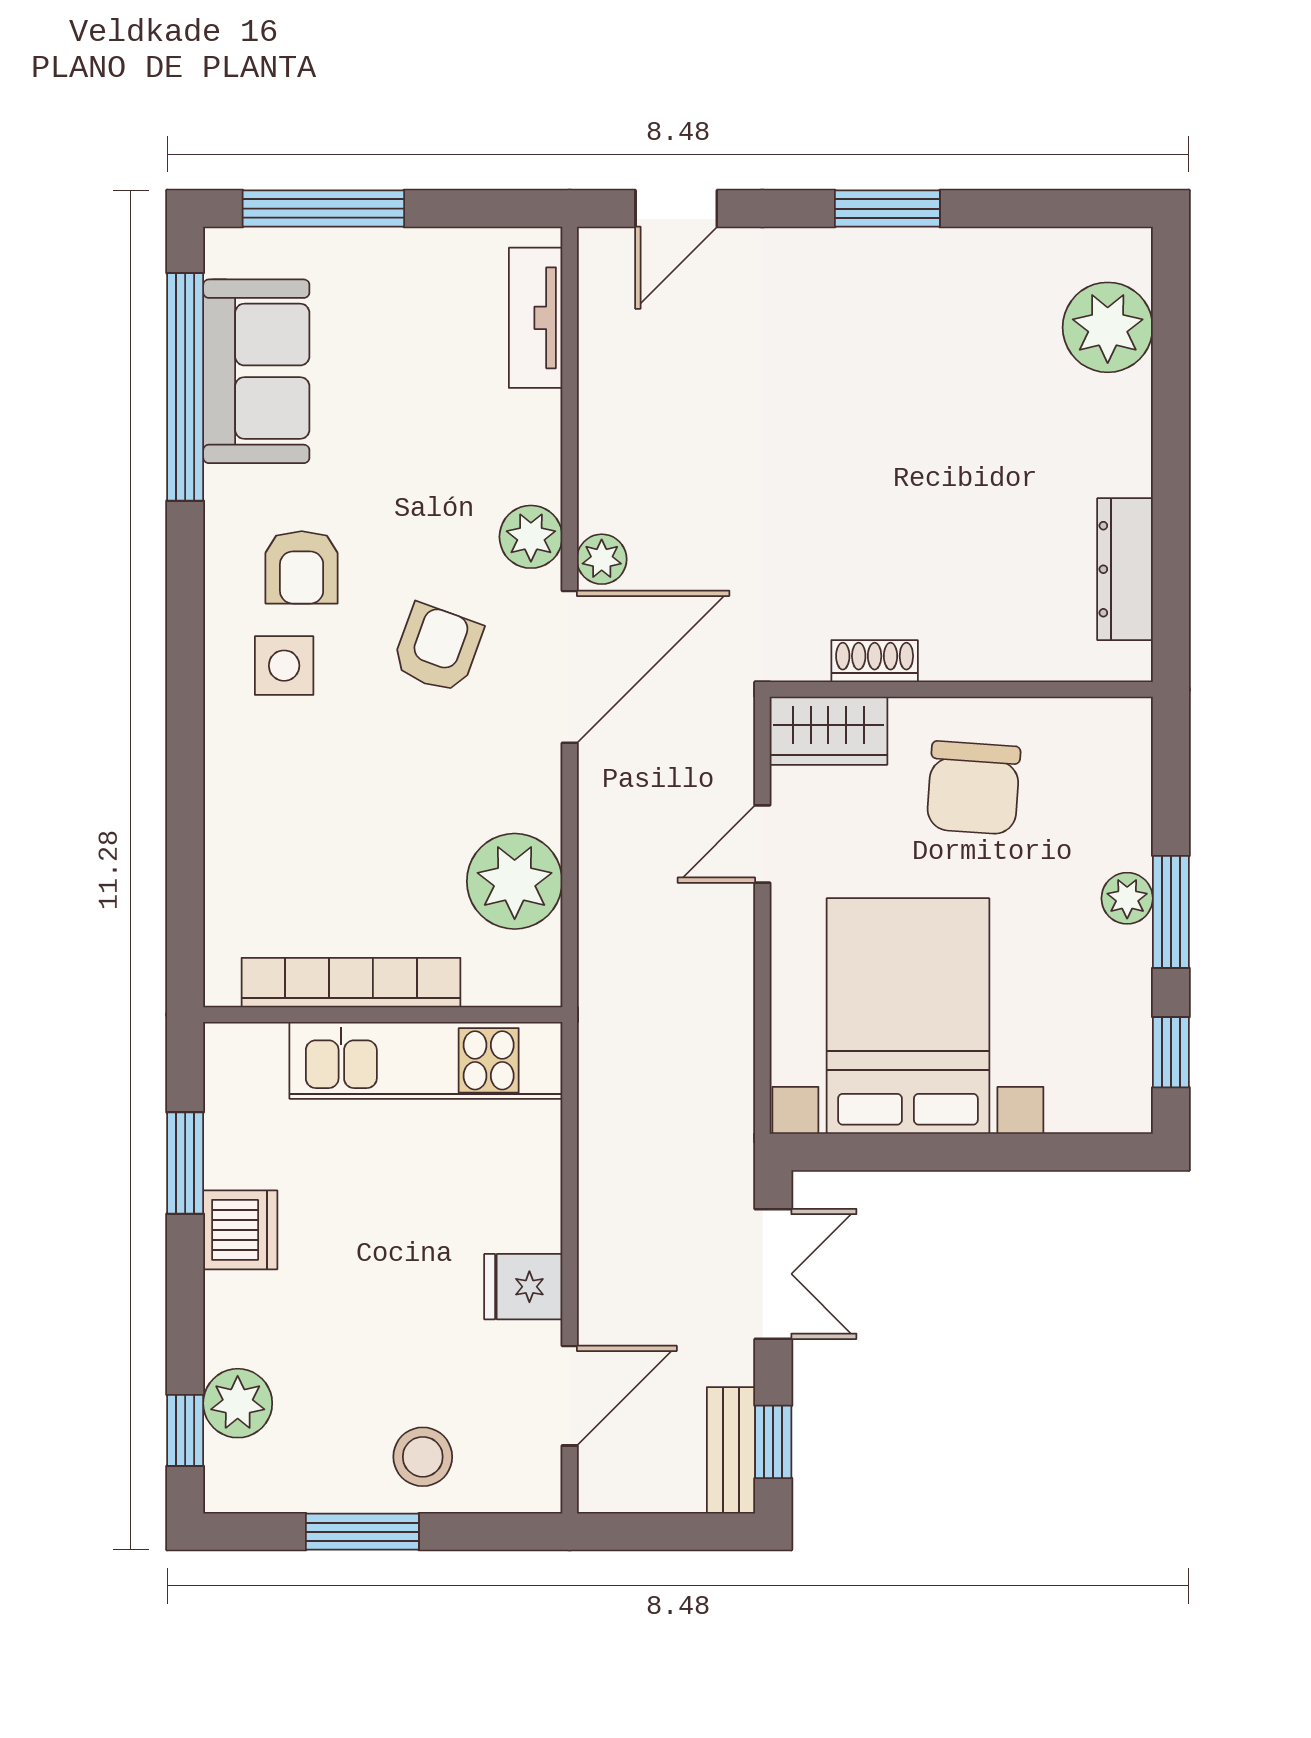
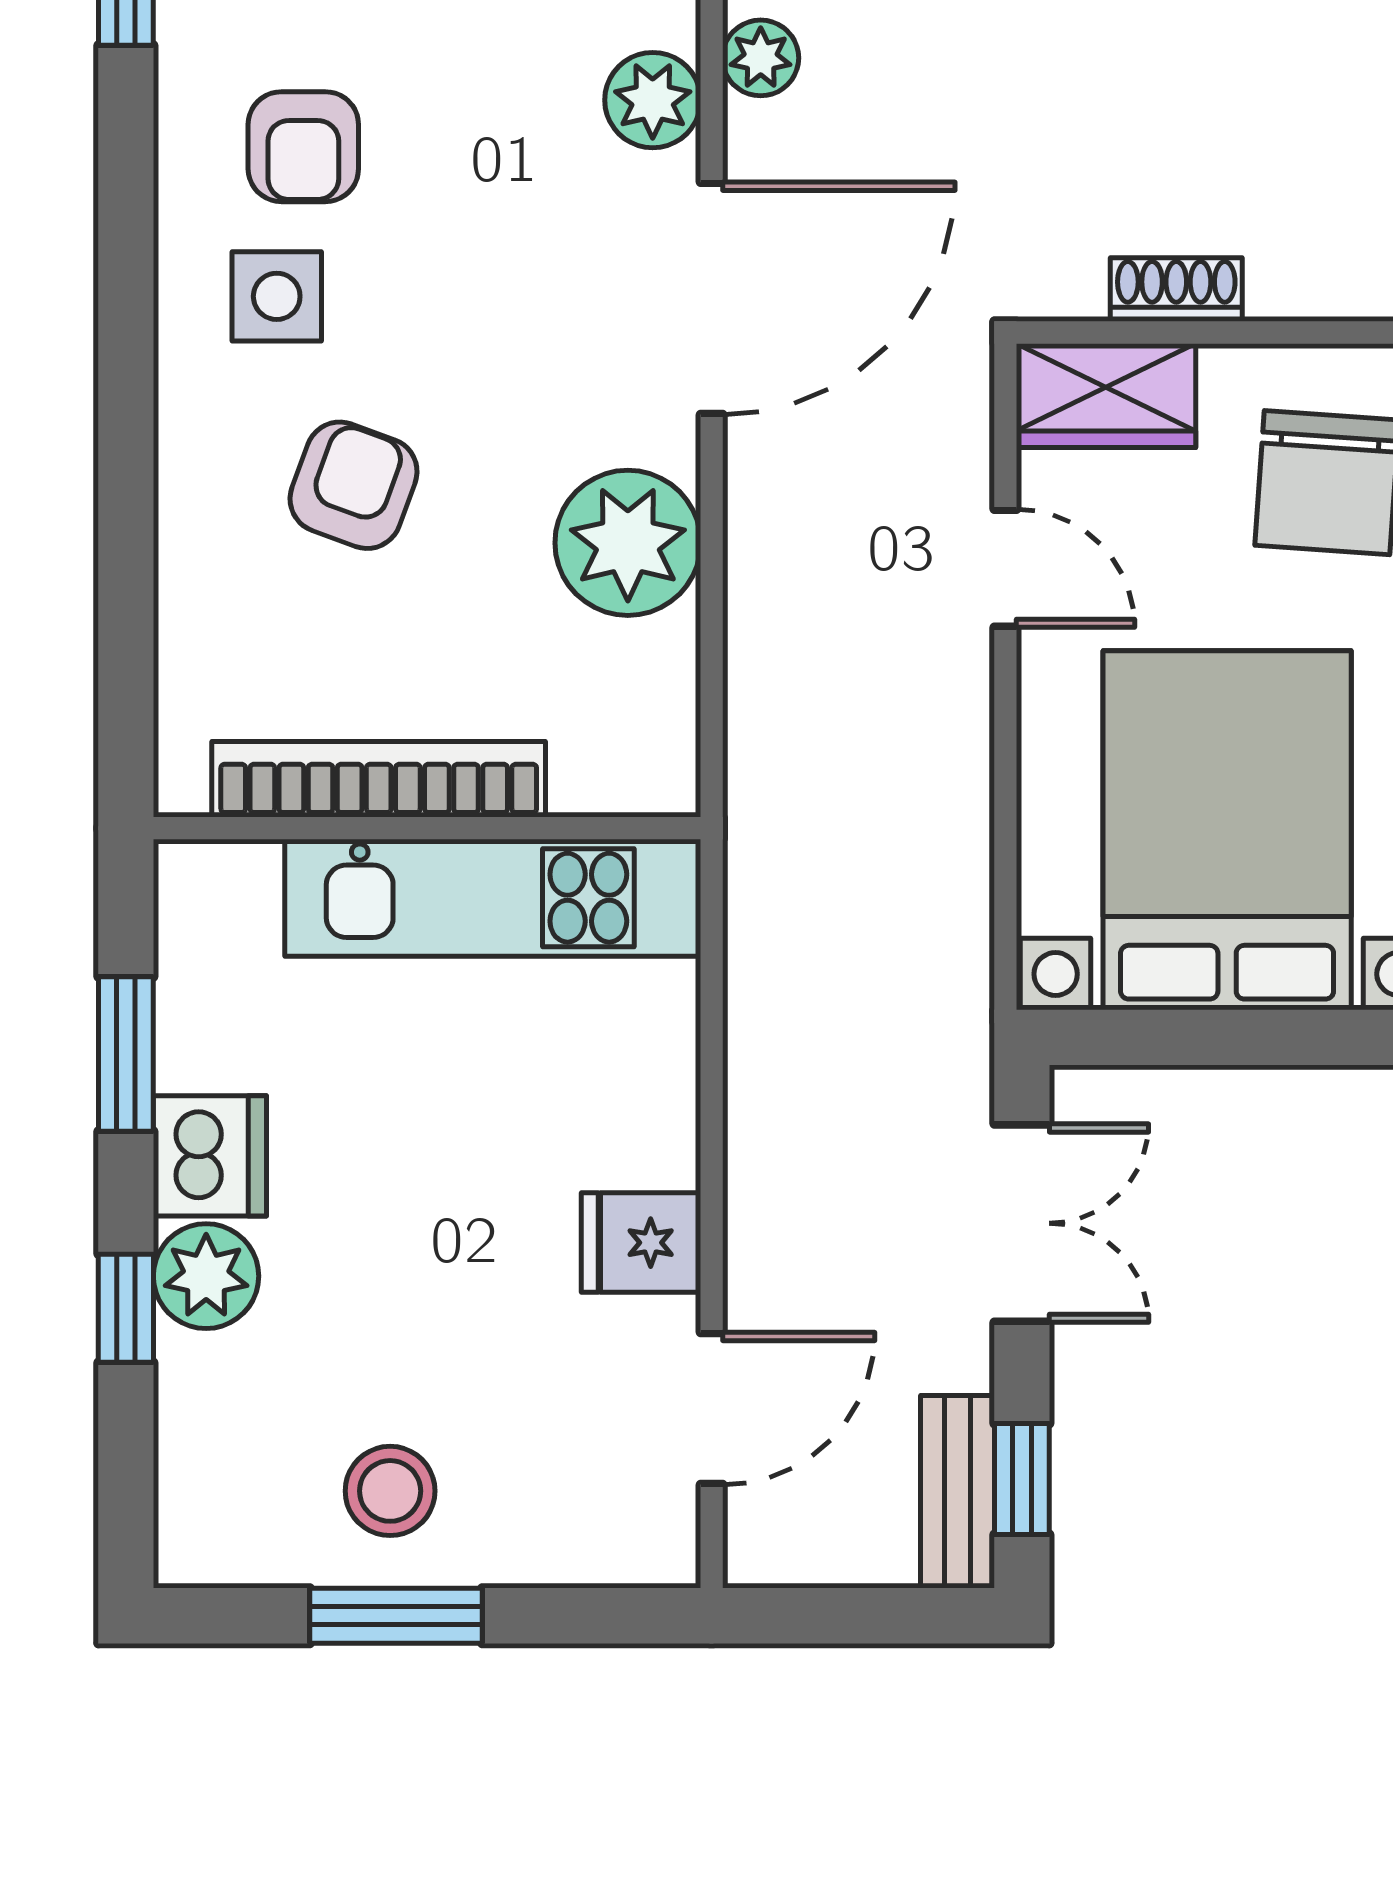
plant: (602, 559) -> (761, 58), moved
armchair: (437, 648) -> (354, 485), moved
door: (762, 844) -> (1005, 568), swing flipped
plant: (515, 881) -> (628, 543), moved
plant: (238, 1403) -> (206, 1276), moved
window: (185, 1430) -> (126, 1308), moved
stool: (423, 1457) -> (390, 1491), moved

